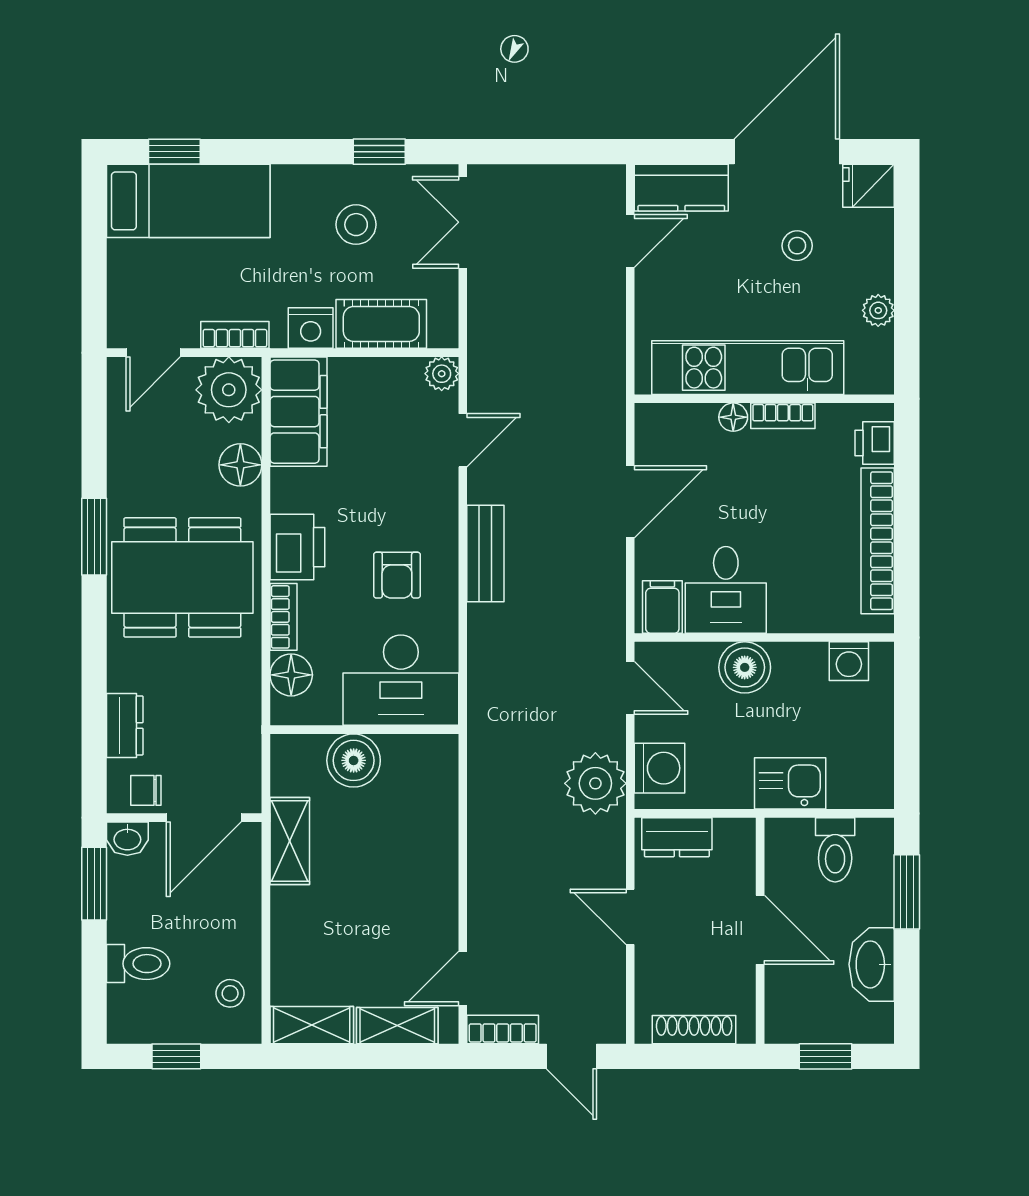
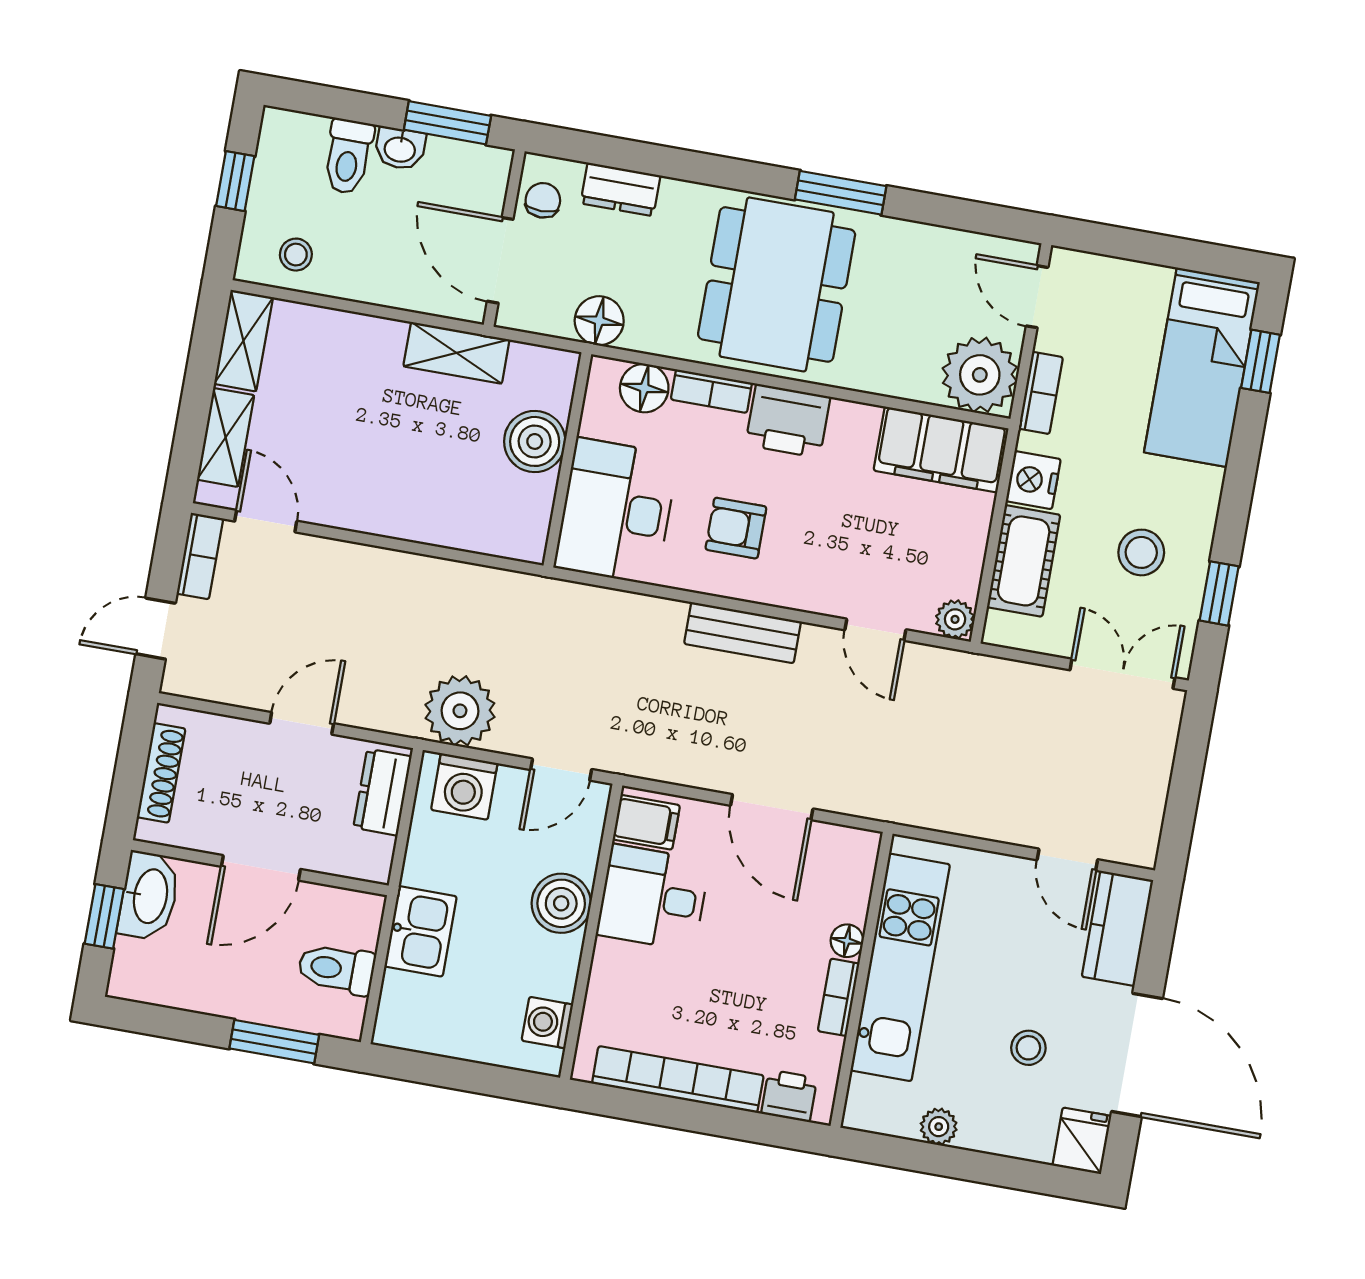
floor lamp: (240, 465) -> (599, 321), moved
washbasin: (127, 839) -> (400, 149), moved, turned -90
washbasin: (872, 964) -> (149, 896), moved, turned 90

